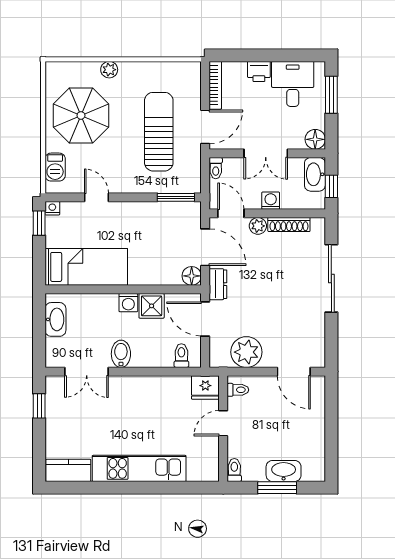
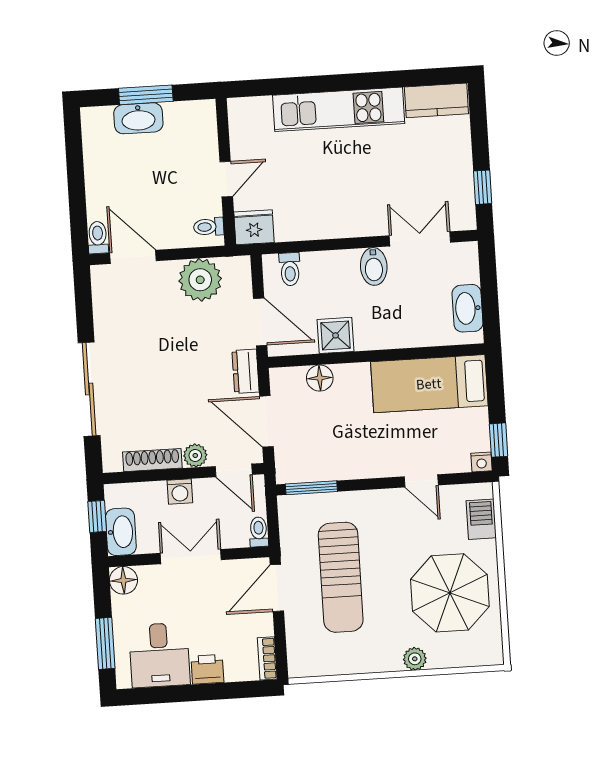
bookcase: (215, 85) -> (267, 658), width x0.64
floor lamp: (192, 276) -> (320, 378), moved
washing machine: (128, 303) -> (368, 338), removed
toilet: (234, 470) -> (98, 238), moved, turned 180

